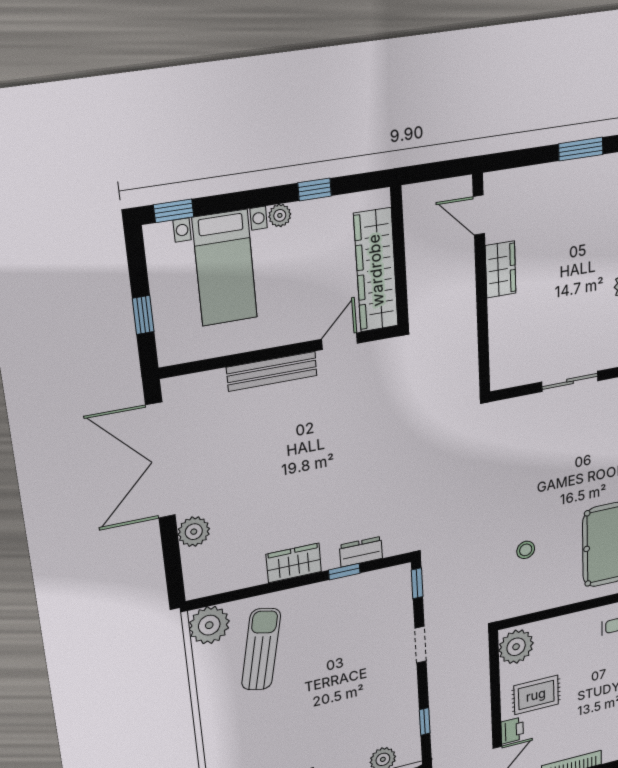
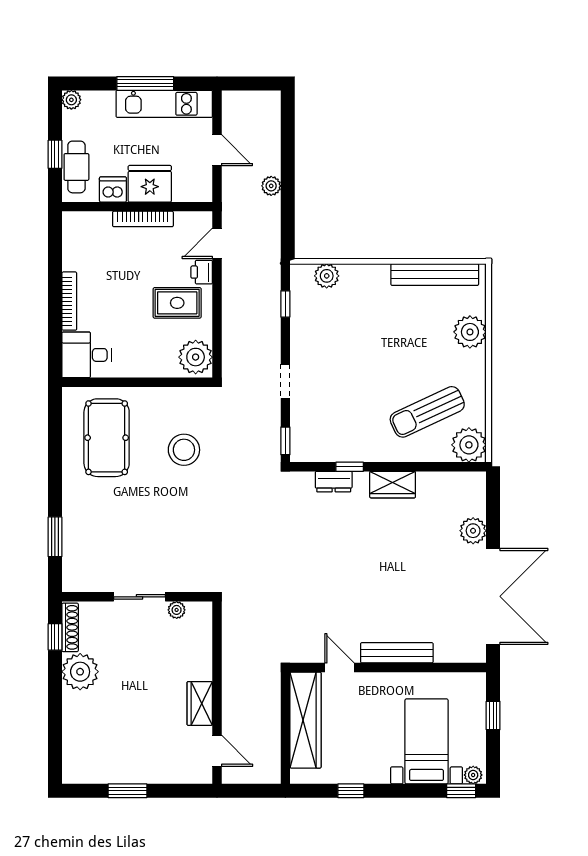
plant: (280, 215) -> (473, 775), moved
door: (340, 341) -> (340, 668), swing flipped
plant: (529, 374) -> (177, 610), added
stool: (526, 550) -> (184, 450), width x1.89, depth x1.89
sun lounger: (261, 649) -> (427, 412), turned 53
plant: (221, 743) -> (470, 332), added

